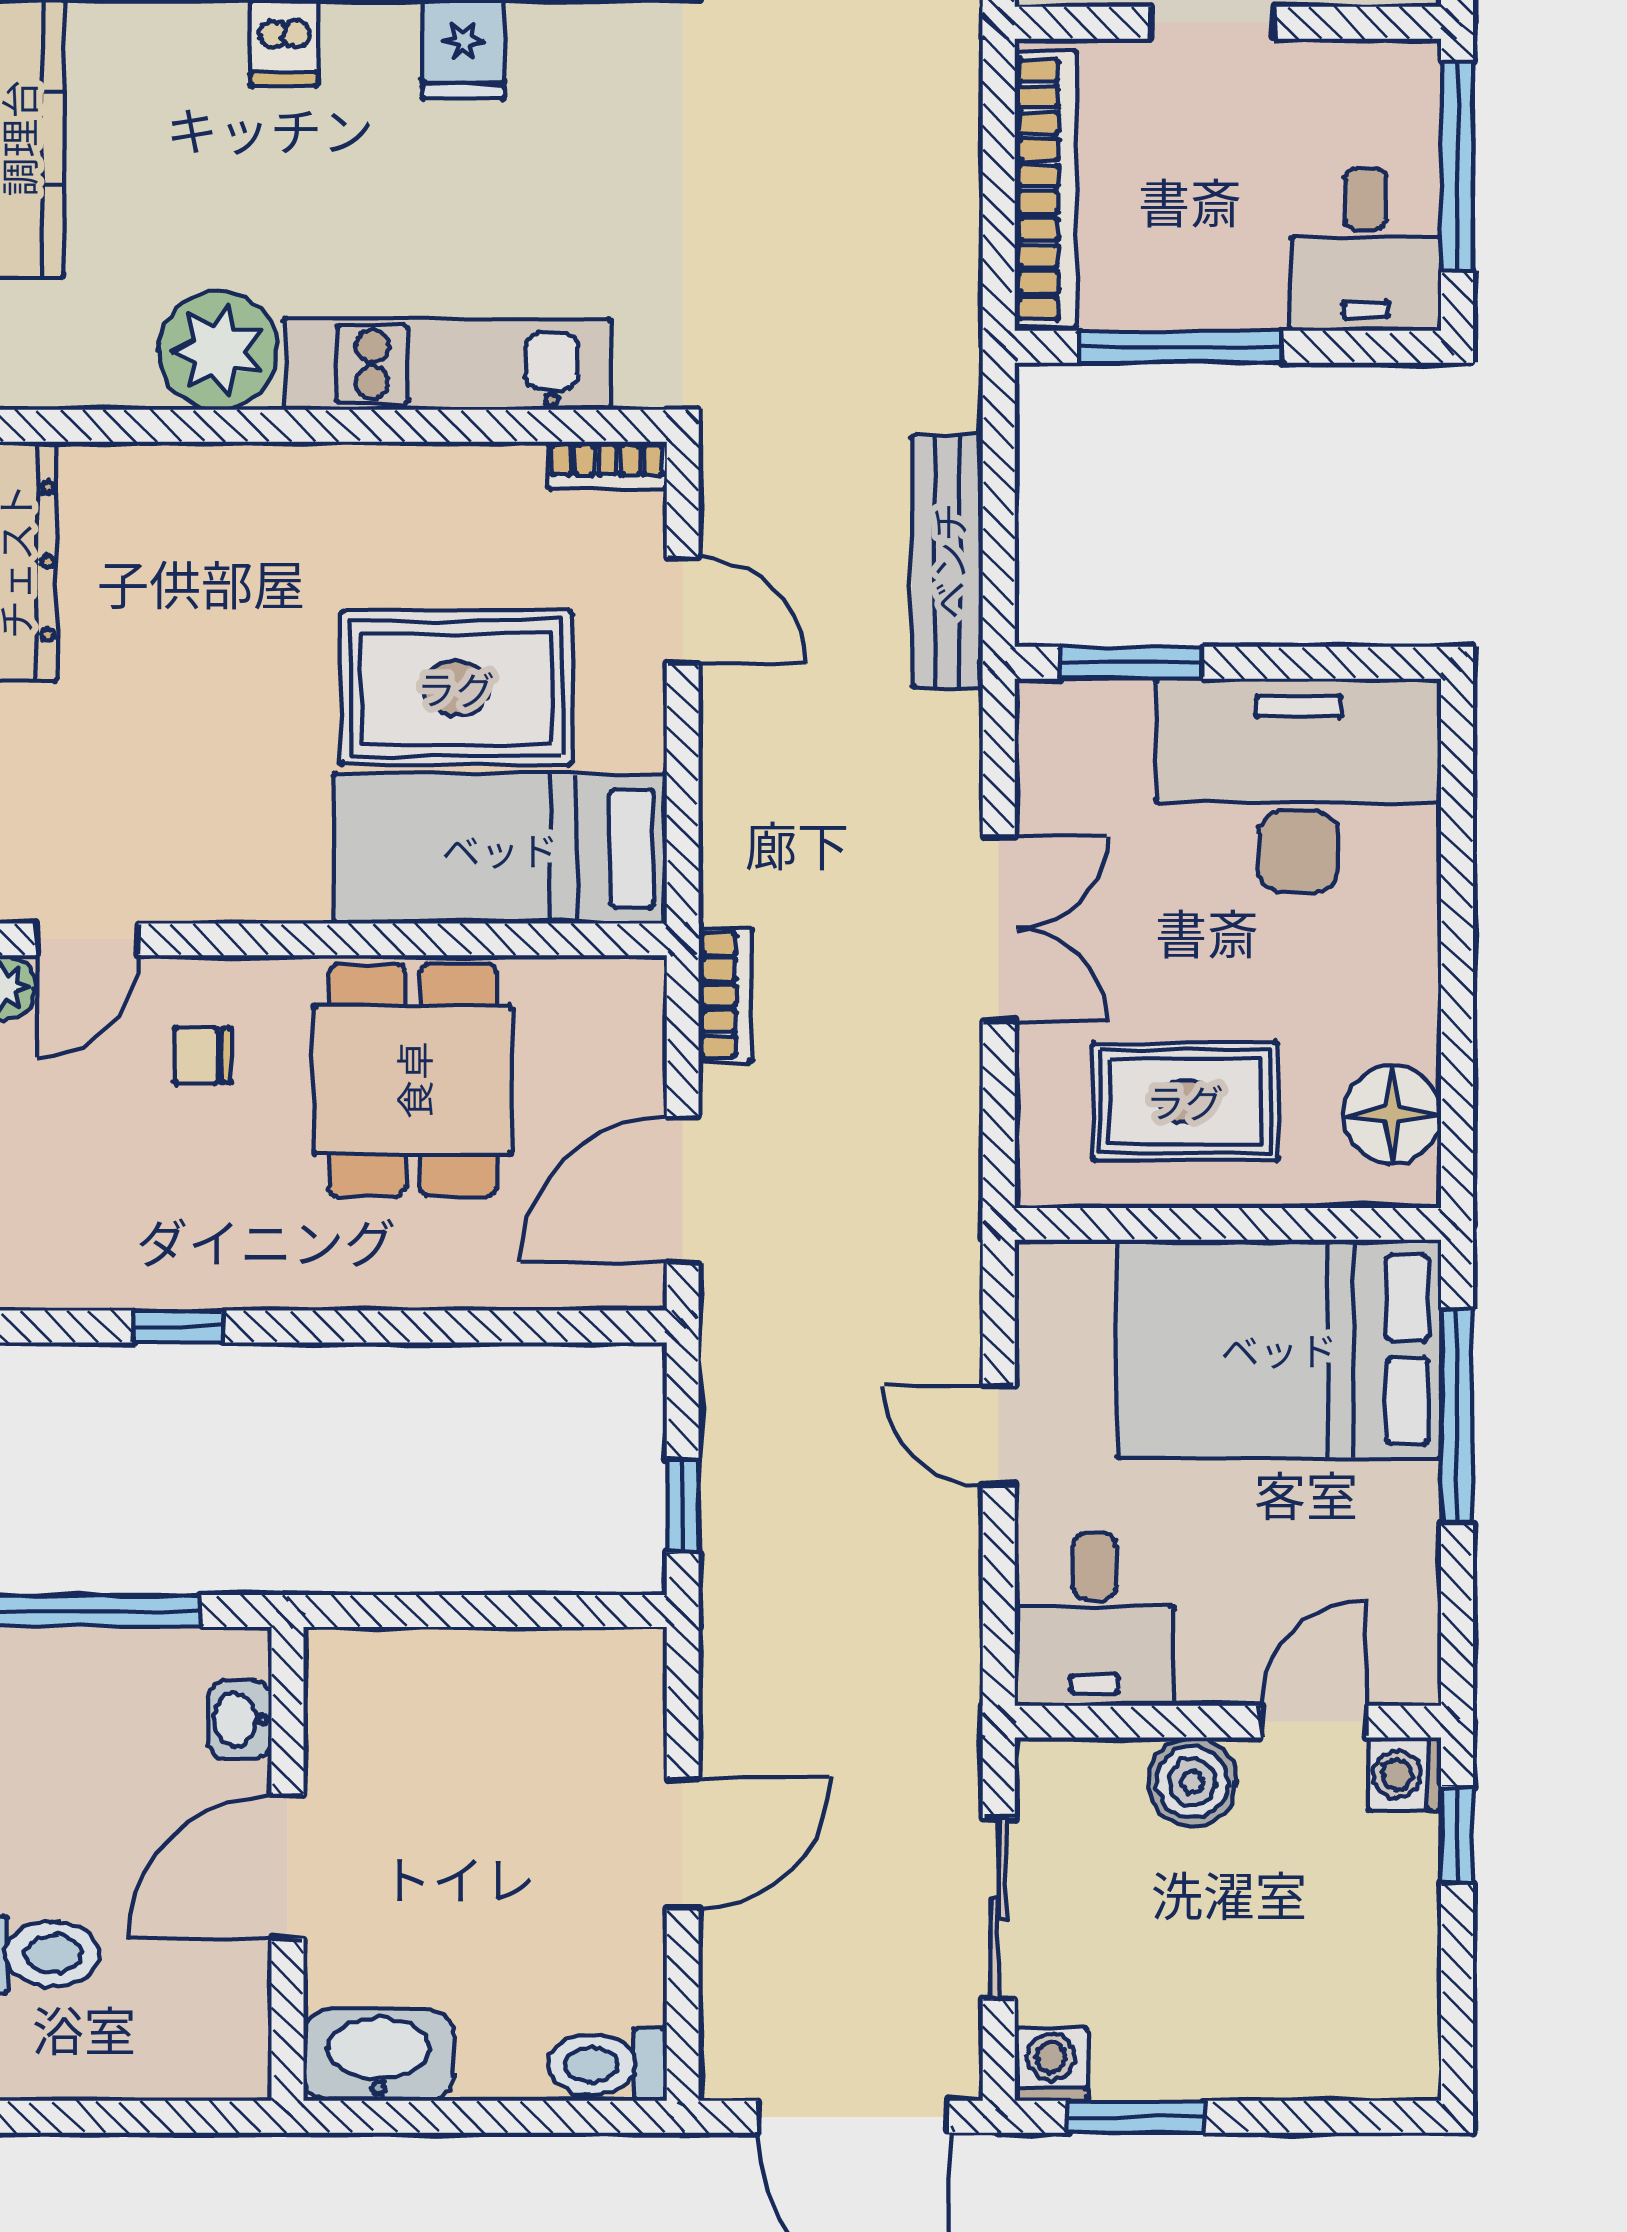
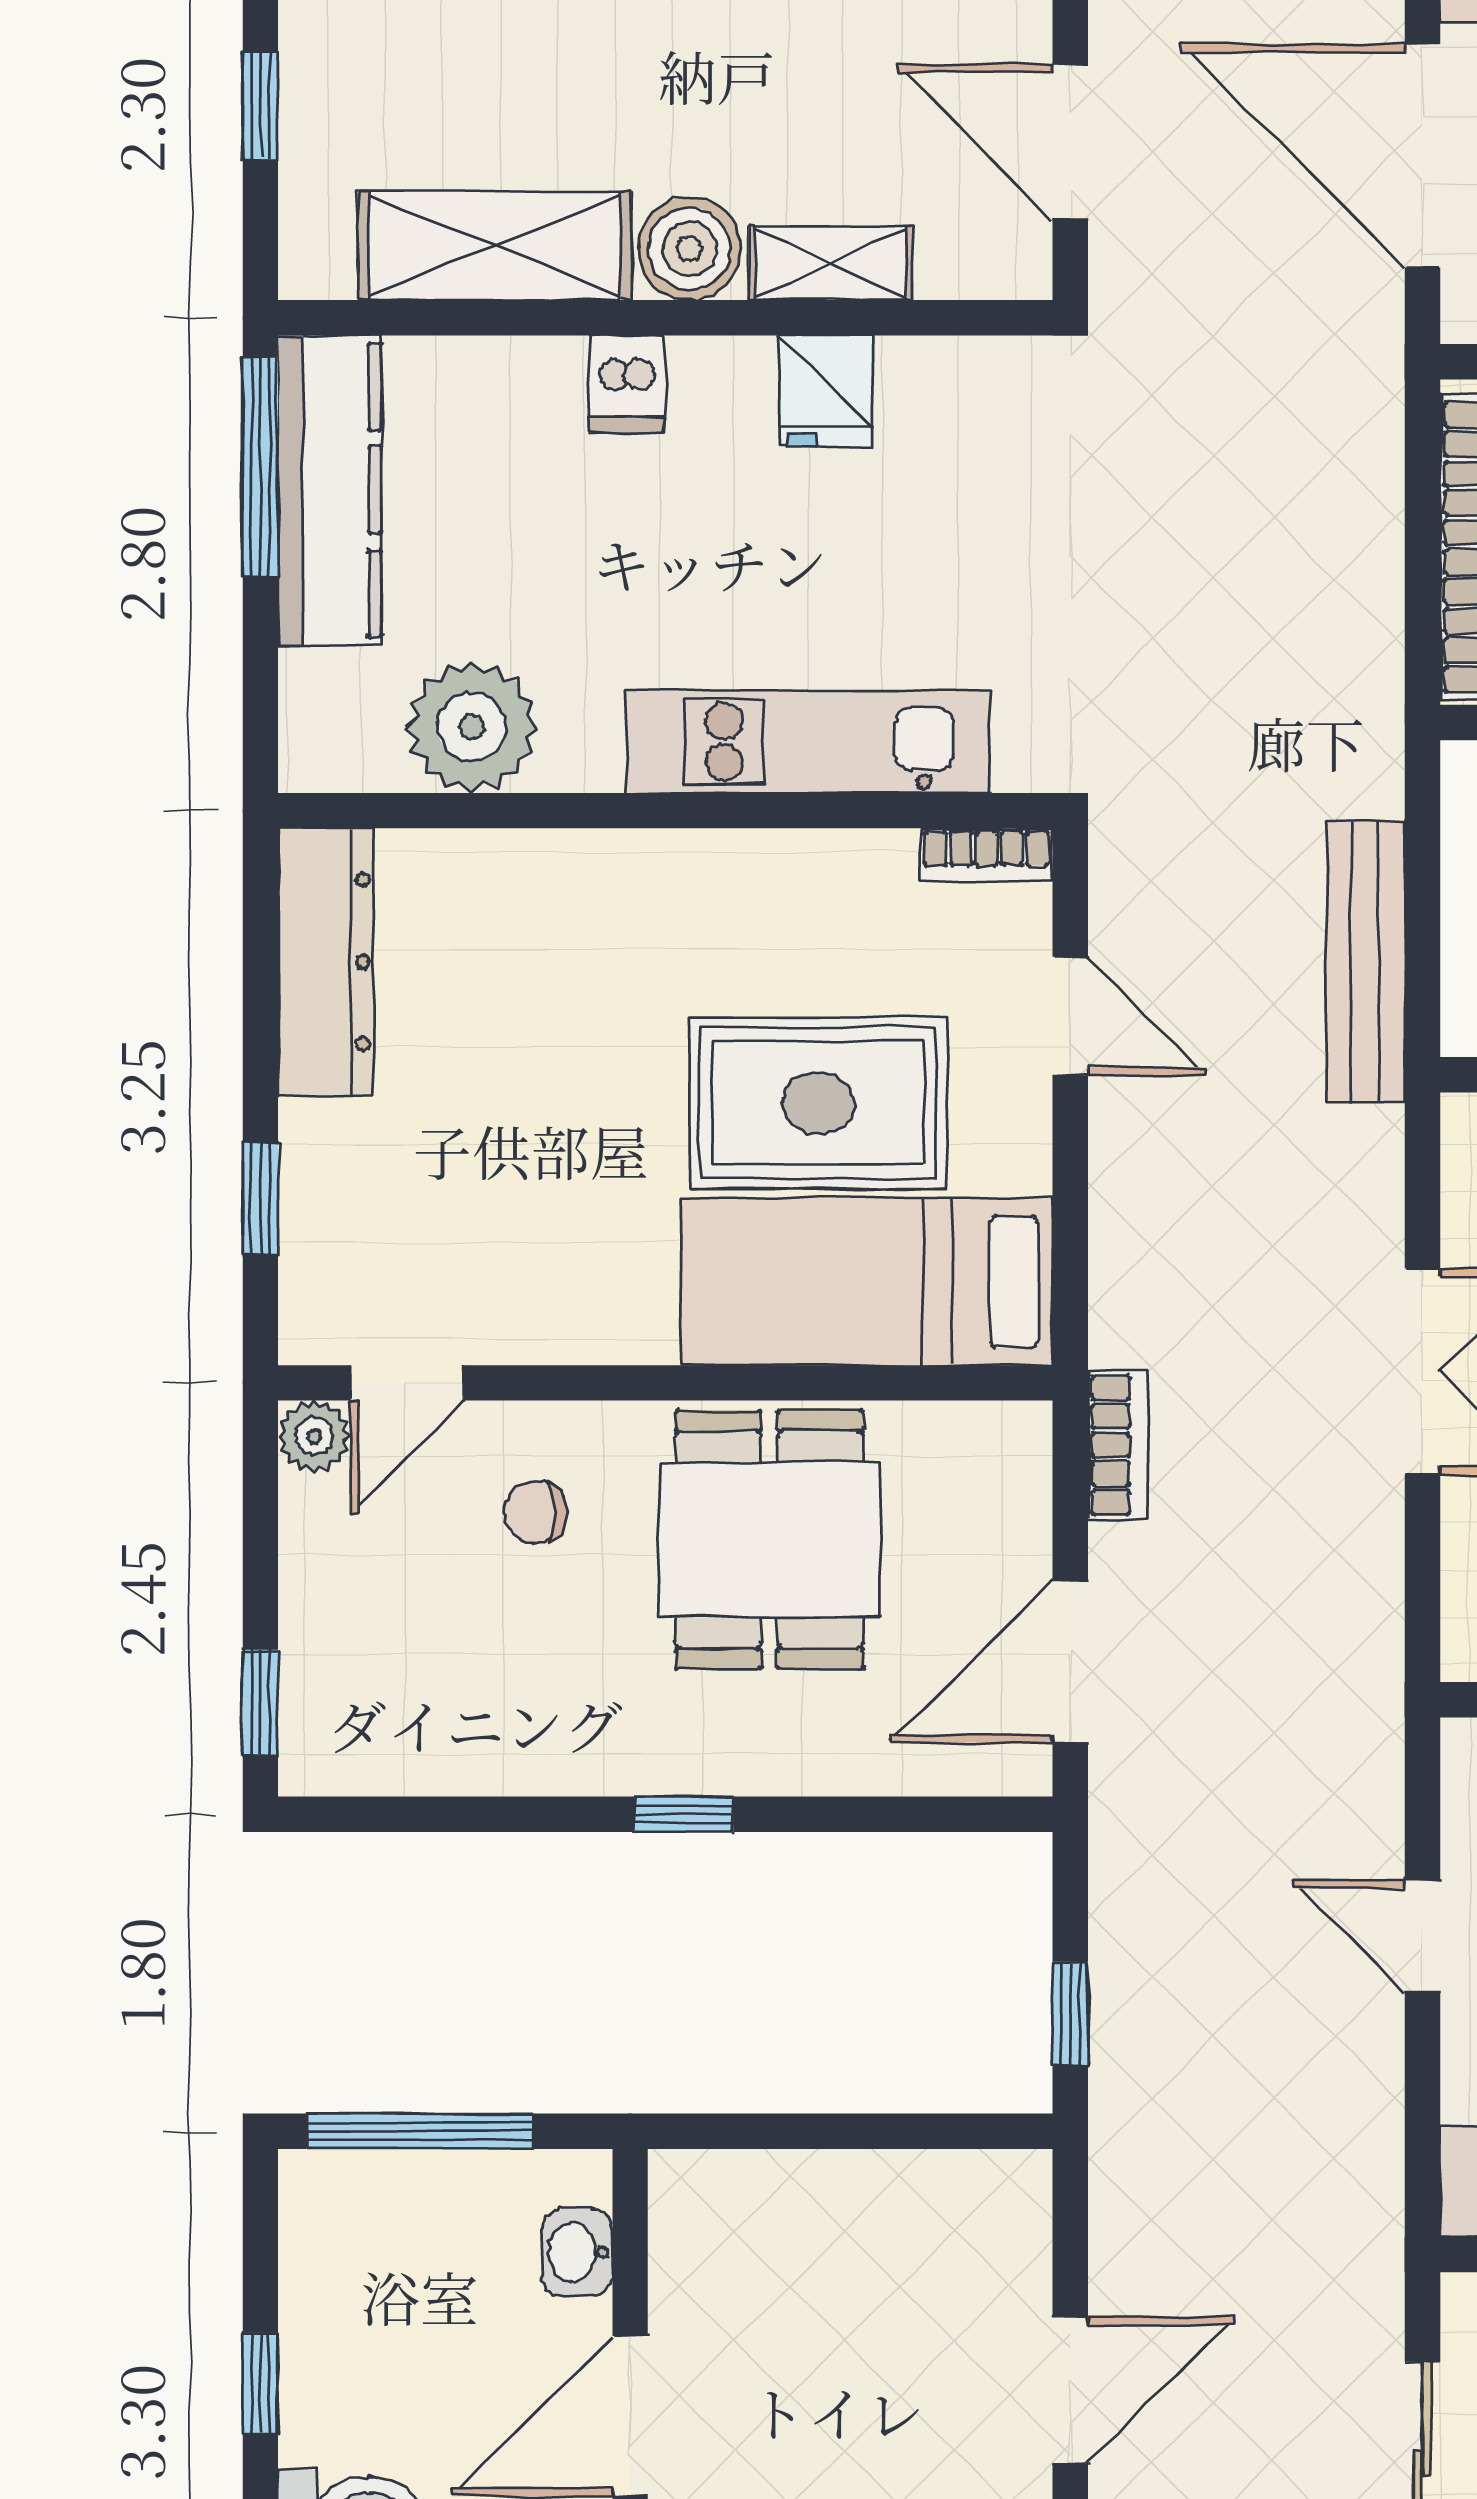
plant: (218, 351) -> (472, 727), moved
window: (179, 1327) -> (684, 1814), moved

